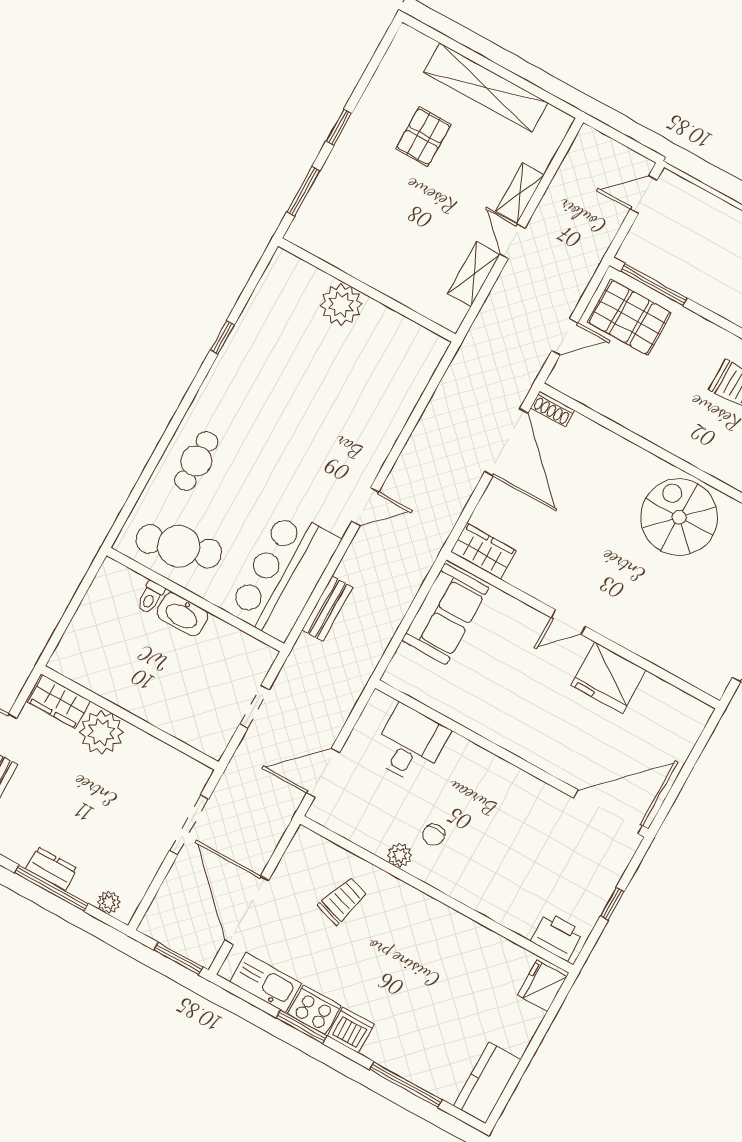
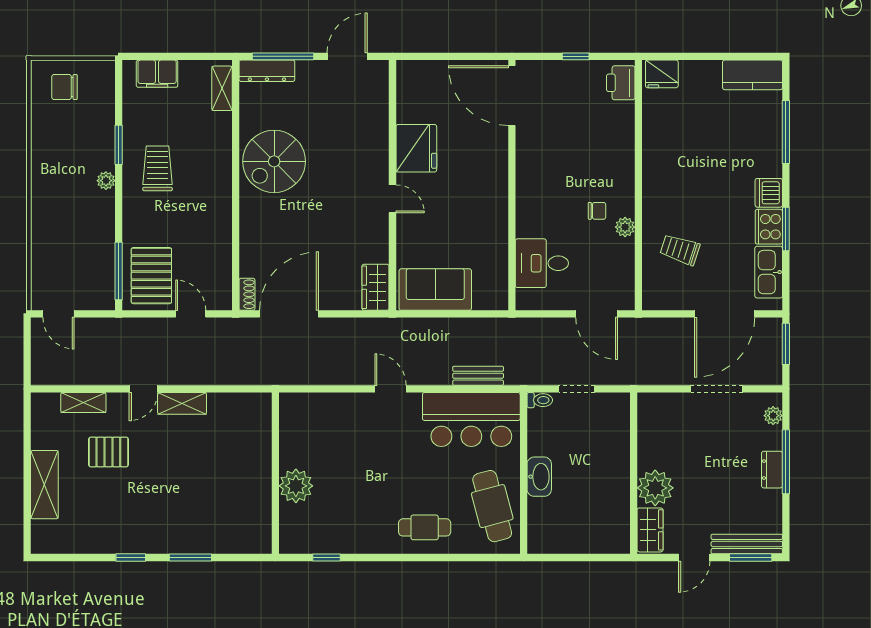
shelving: (486, 87) -> (44, 485), width x0.68
pallet: (423, 137) -> (108, 452), moved
shelving: (520, 193) -> (83, 403), moved
wall: (367, 290) -> (275, 473), moved
plant: (341, 305) -> (296, 486), moved
toilet: (151, 597) -> (540, 400), moved
doorway: (189, 825) -> (717, 389), moved

